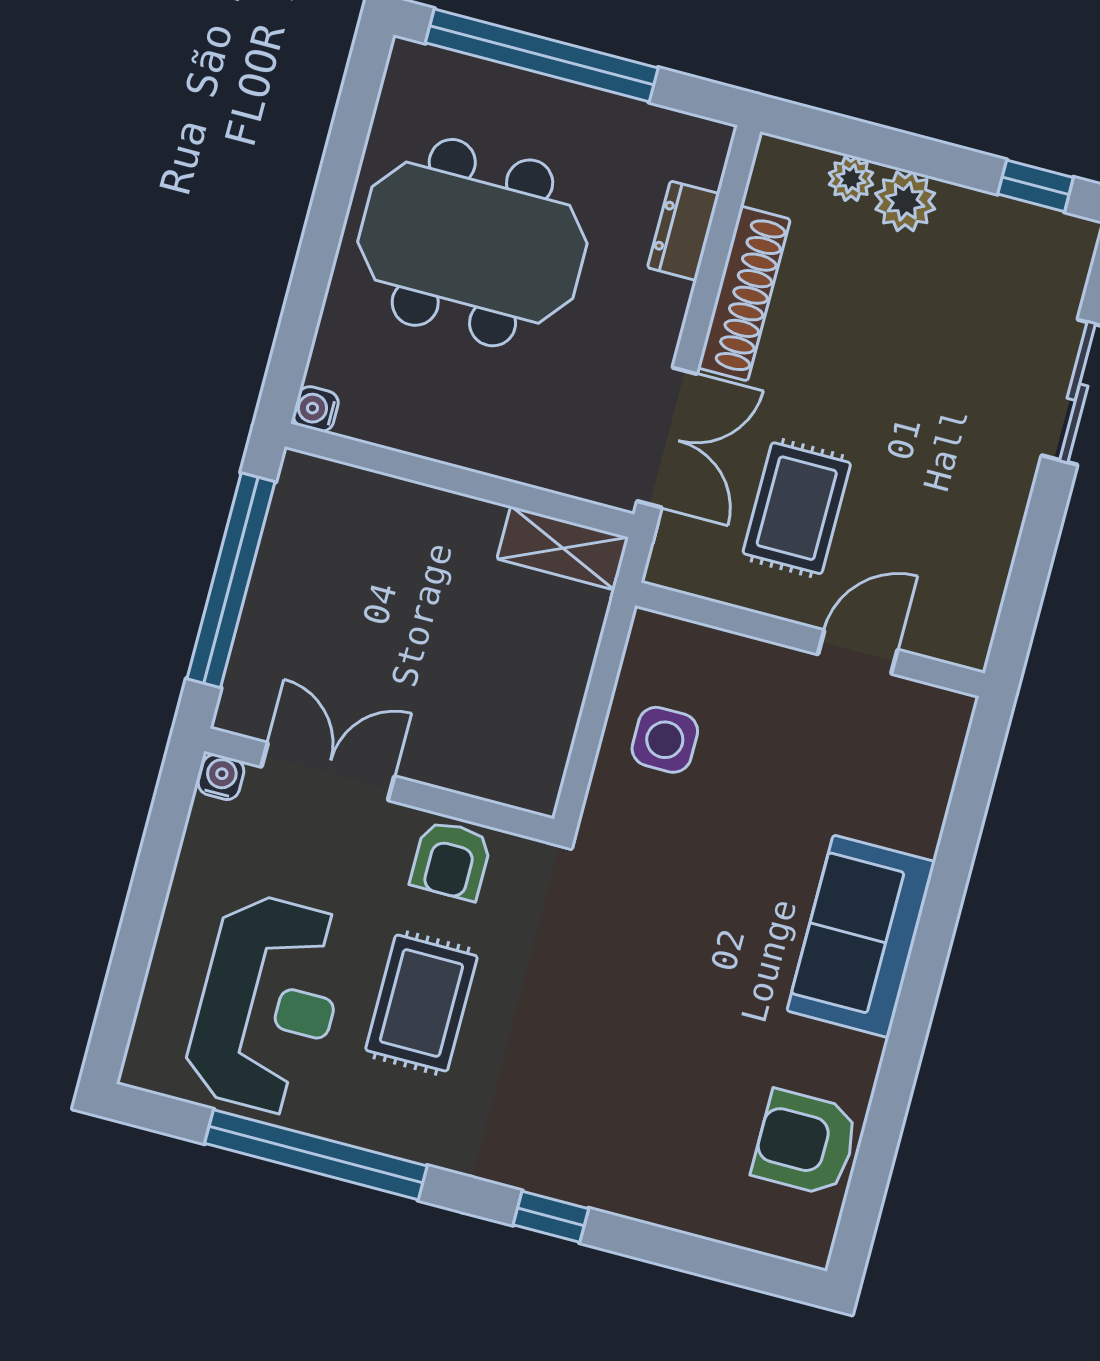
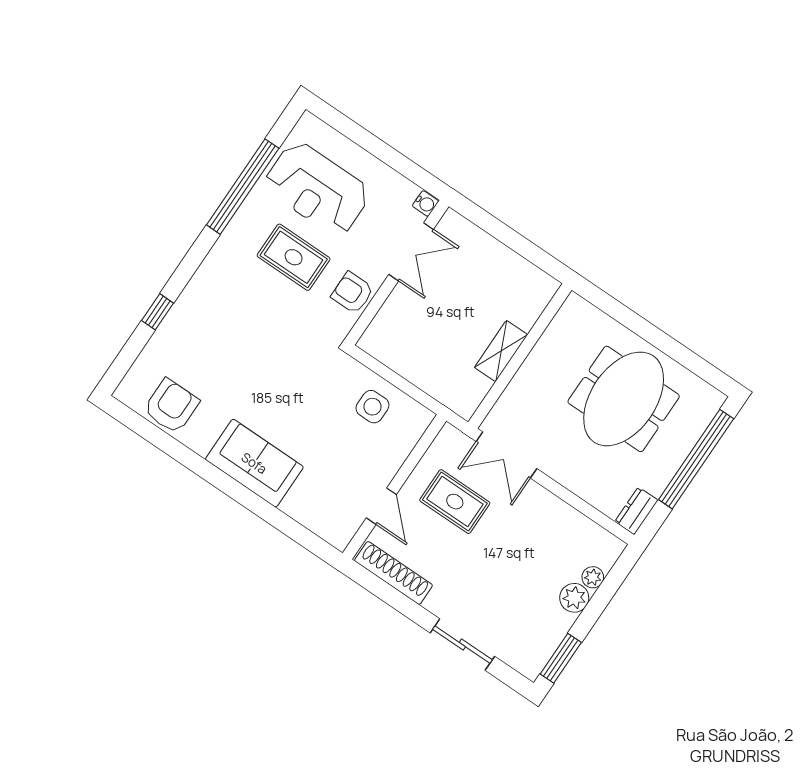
window: (1036, 186) -> (561, 658), width x1.50
dresser: (683, 231) -> (636, 511), moved, turned -90
shoe rack: (744, 294) -> (393, 573), moved, turned 180
water cooler: (316, 409) -> (574, 303), removed
shelving: (563, 548) -> (501, 351), moved
window: (231, 580) -> (511, 239), removed
window: (551, 1217) -> (158, 312), moved

